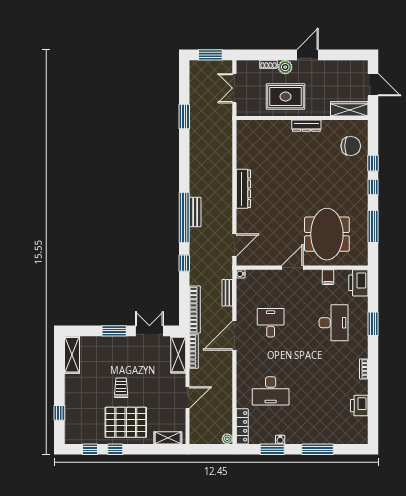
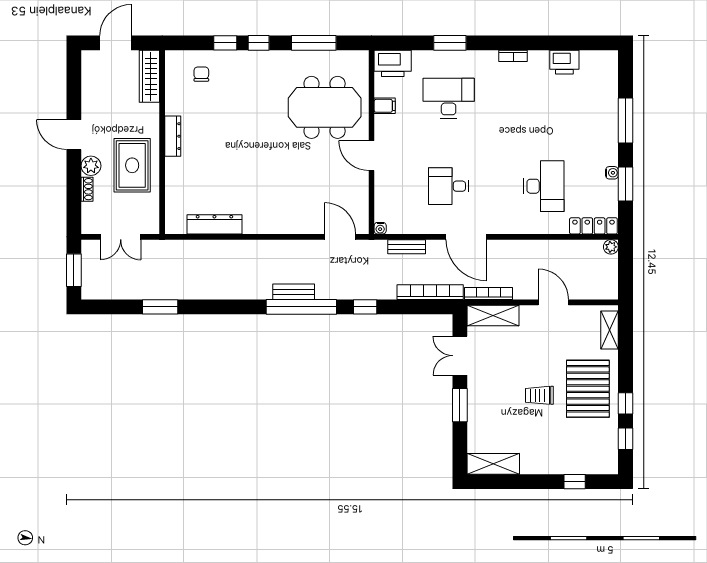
chair: (351, 146) -> (201, 74), width x0.54, depth x0.54
dresser: (243, 189) -> (214, 224), moved

